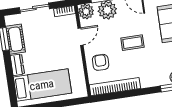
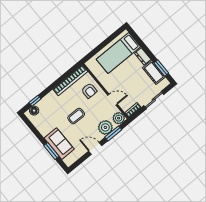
door: (80, 37) -> (112, 100), swing flipped

